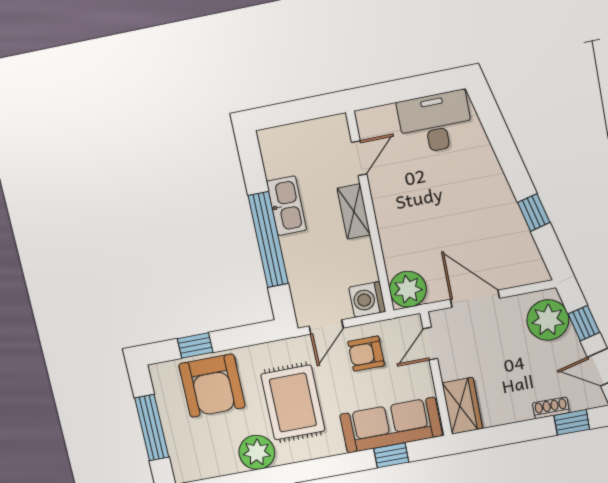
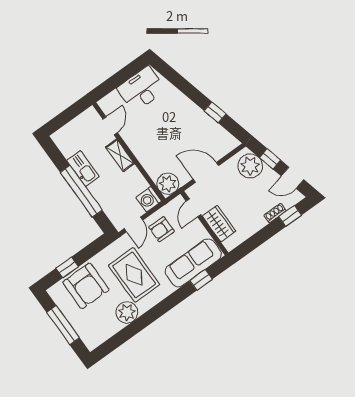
wardrobe: (462, 406) -> (219, 224), moved

